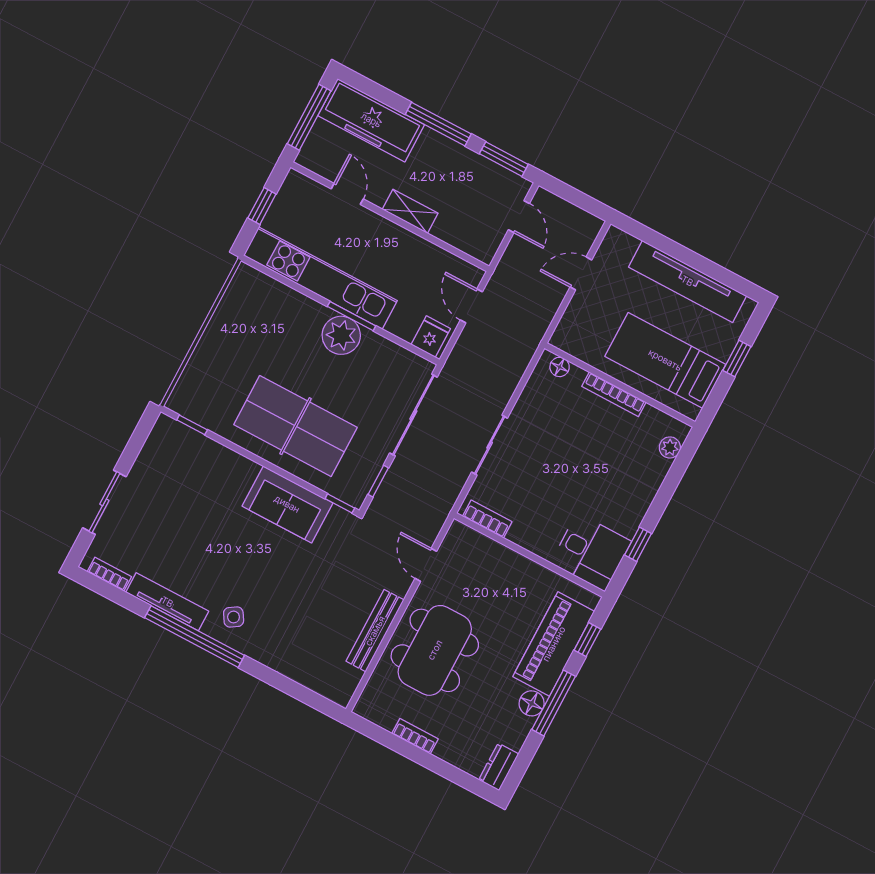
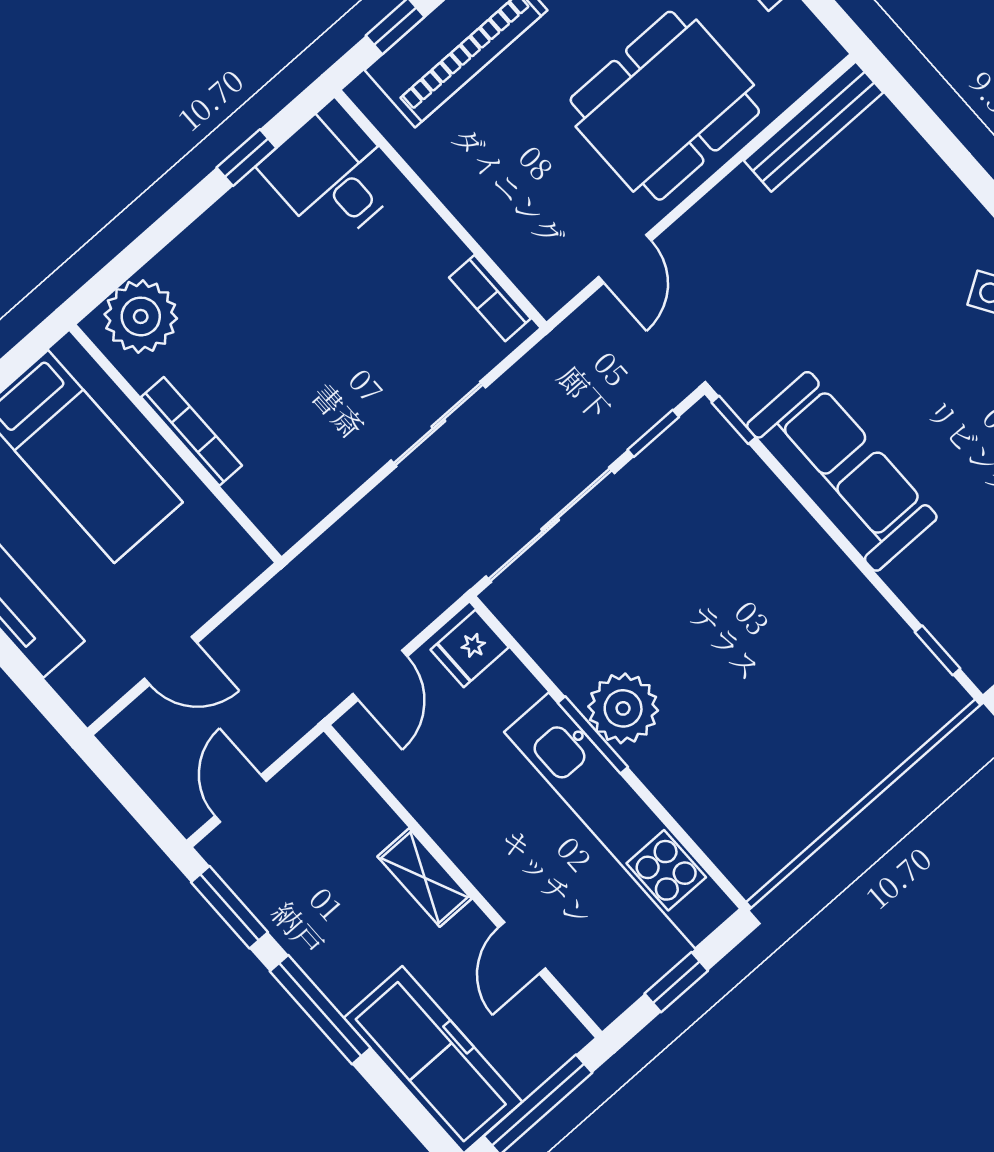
floor lamp: (560, 367) -> (268, 513), removed
table tennis table: (295, 426) -> (760, 582), removed
plant: (670, 447) -> (141, 316), width x1.88, depth x1.88
sofa: (287, 504) -> (842, 471), width x1.36
bench: (375, 631) -> (813, 127), moved

